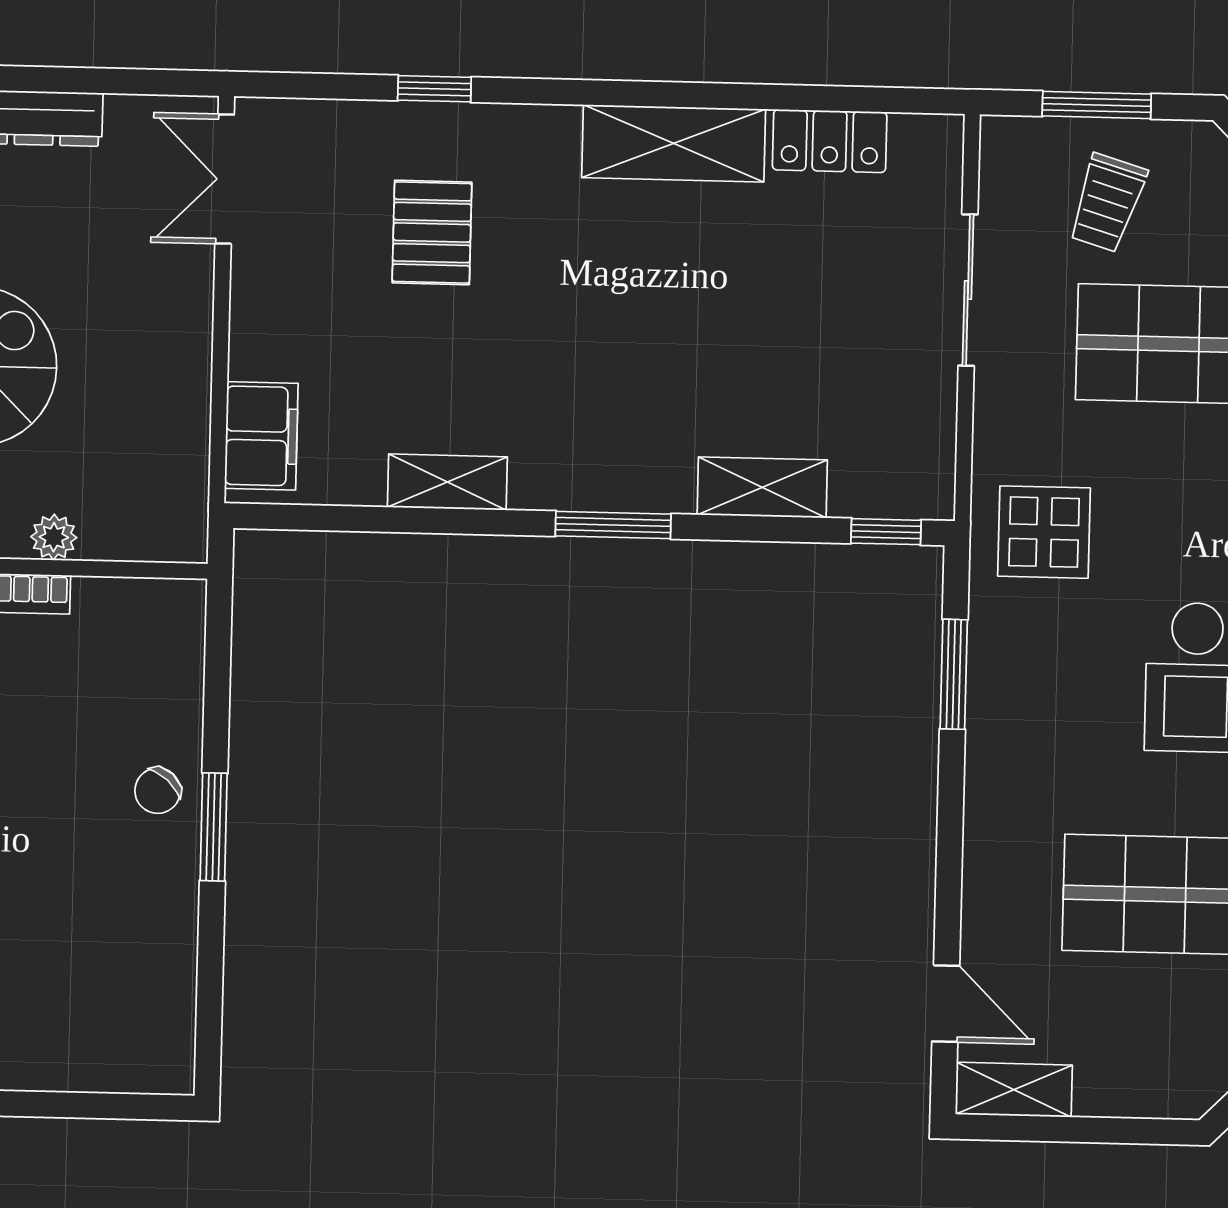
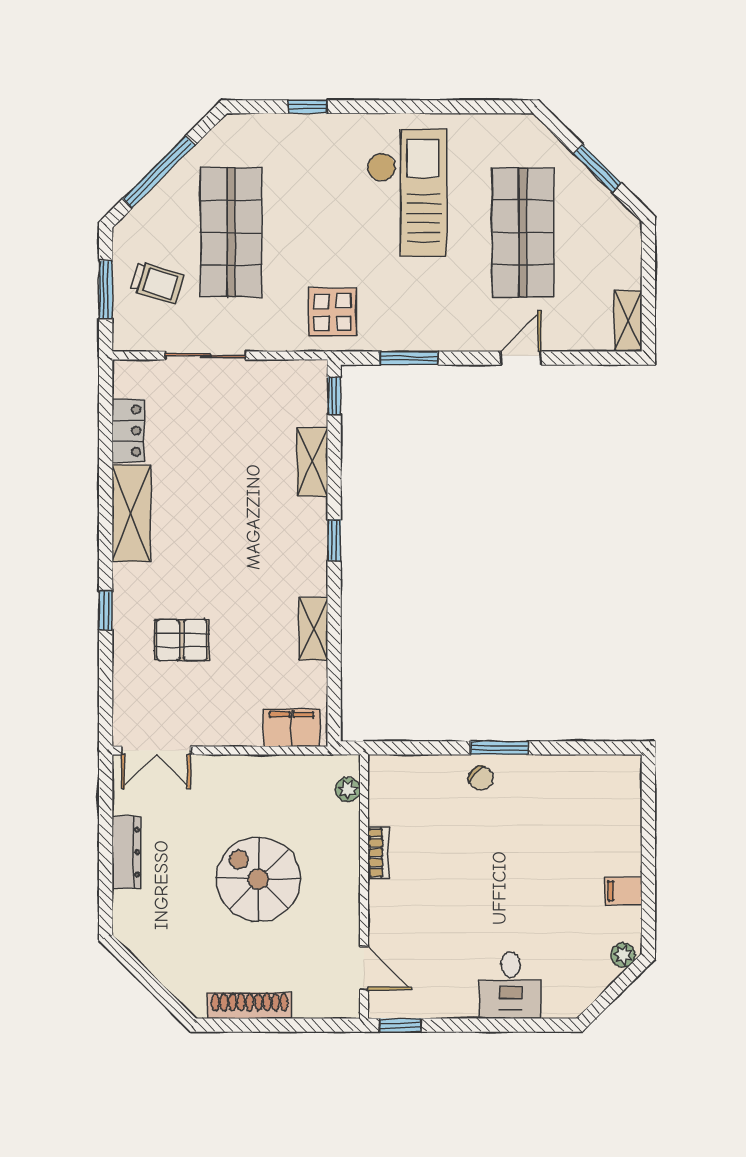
window: (434, 89) -> (106, 610), moved
window: (613, 525) -> (334, 540), width x0.67
plant: (54, 537) -> (348, 789), moved
door: (946, 1004) -> (521, 358), moved

